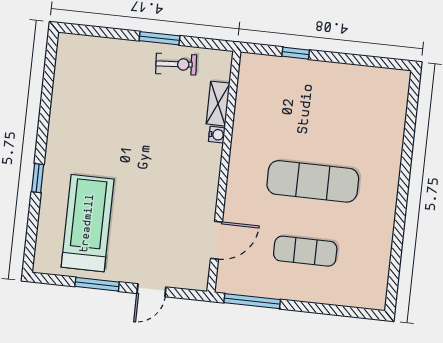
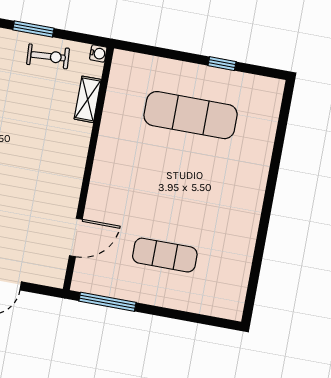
window: (296, 53) -> (222, 64), moved
water cooler: (217, 135) -> (98, 53), moved
exercise mat: (313, 181) -> (191, 115), moved

